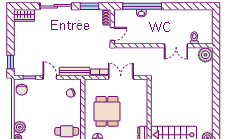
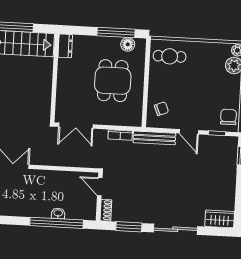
door: (112, 34) -> (100, 187), hinge flipped
double door: (121, 77) -> (76, 126), moved

